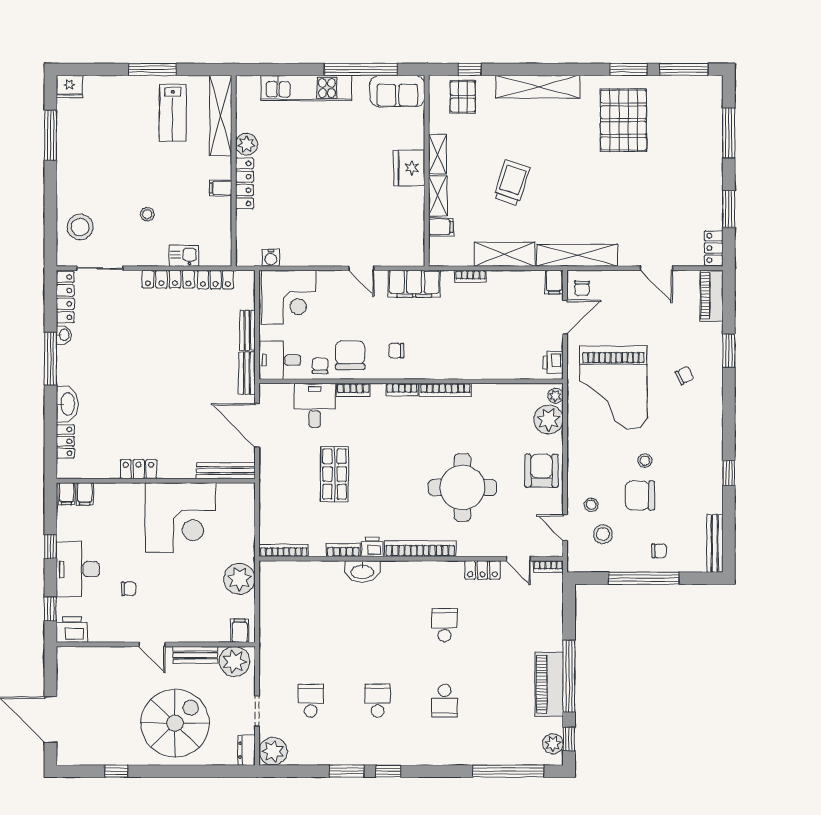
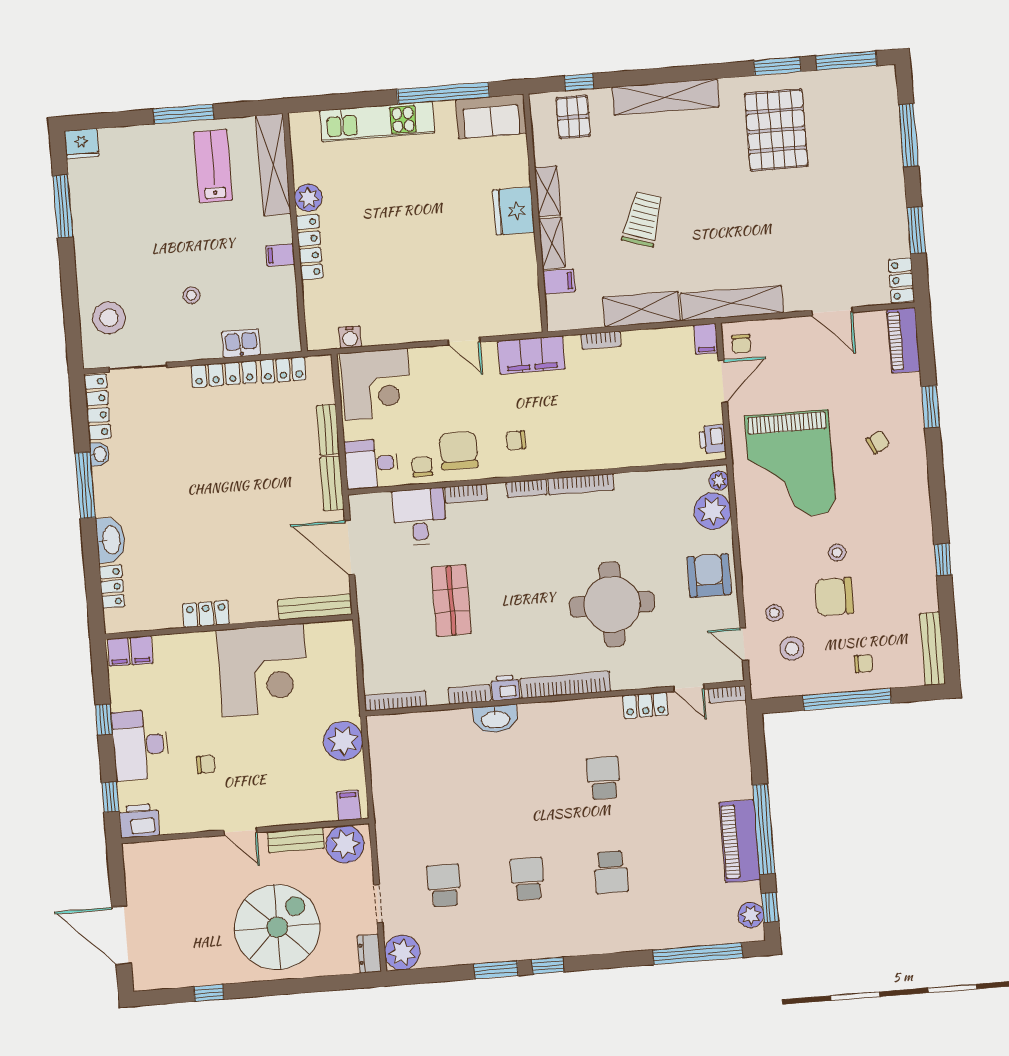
lab bench: (173, 113) -> (213, 166), turned 180

